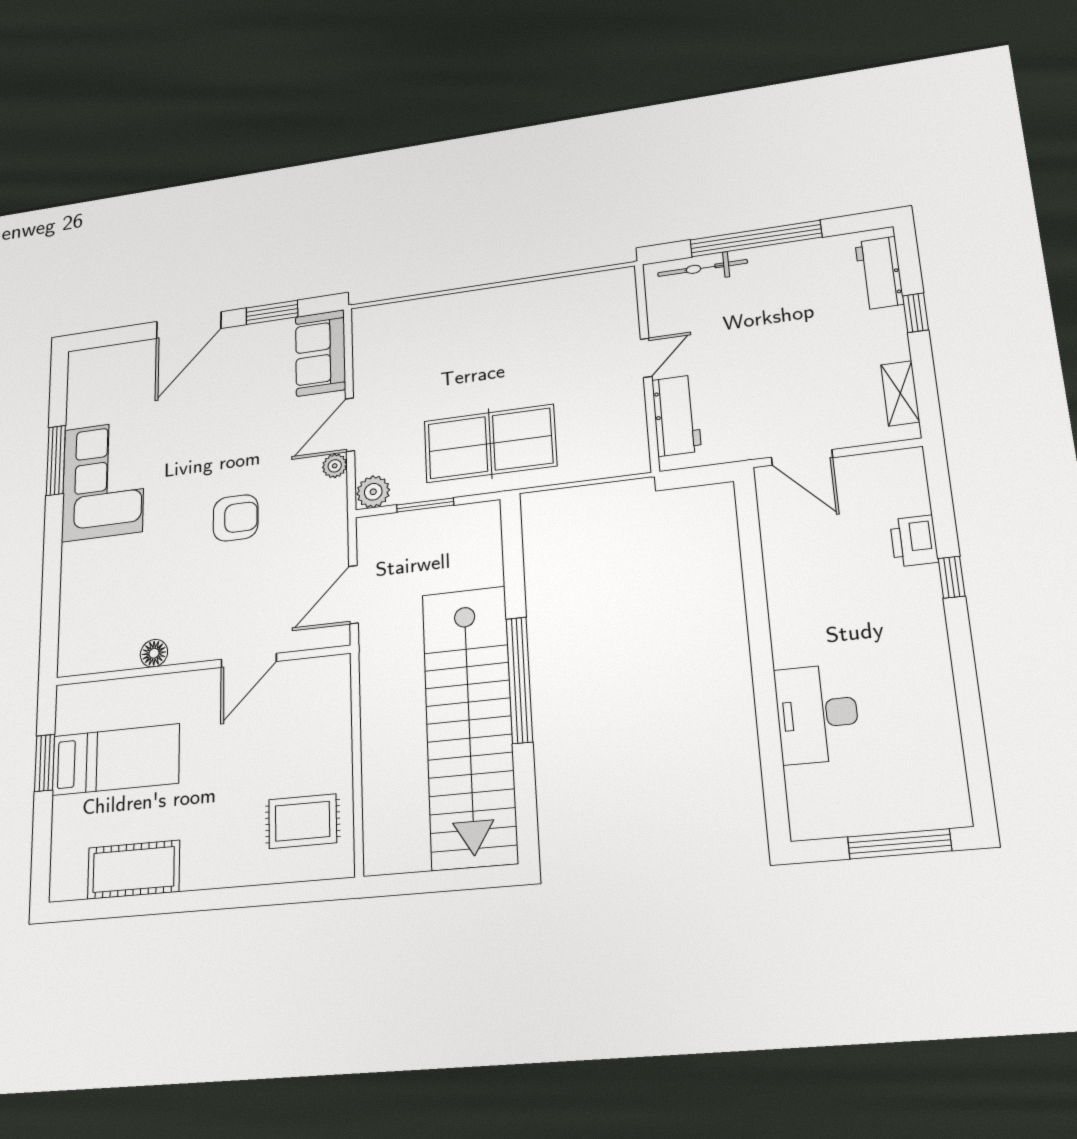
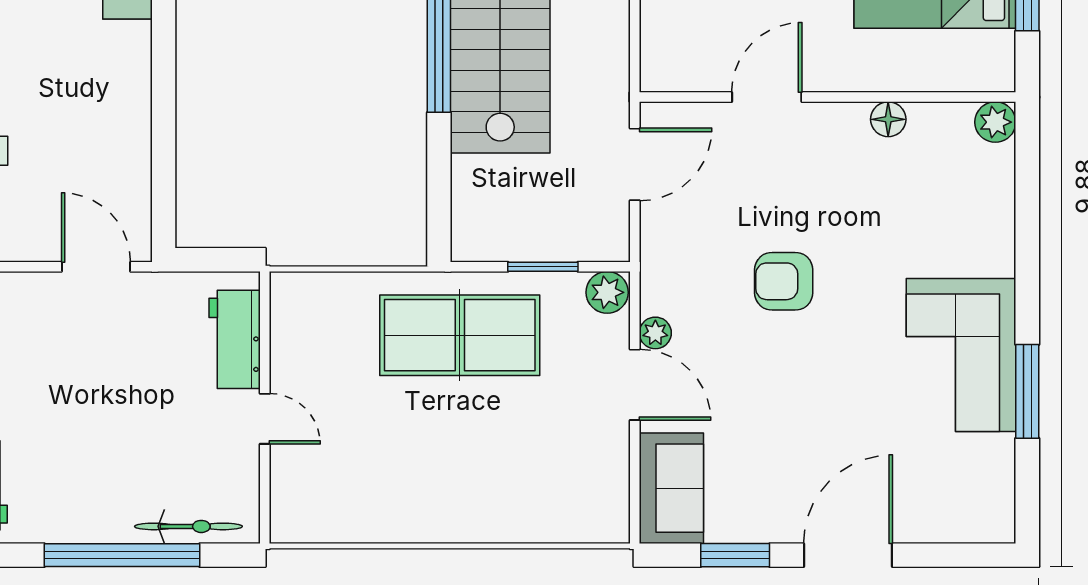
door: (646, 358) -> (265, 419), swing flipped
door: (350, 425) -> (635, 385), hinge flipped
plant: (72, 660) -> (995, 122), added

